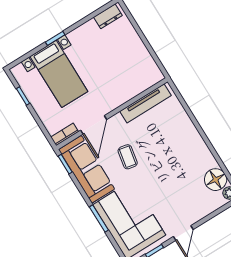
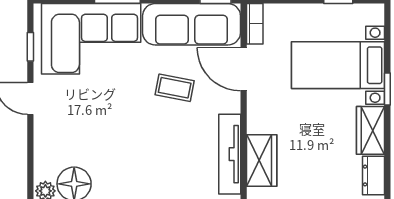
wardrobe: (84, 33) -> (370, 130), added
wardrobe: (138, 84) -> (262, 160), added

